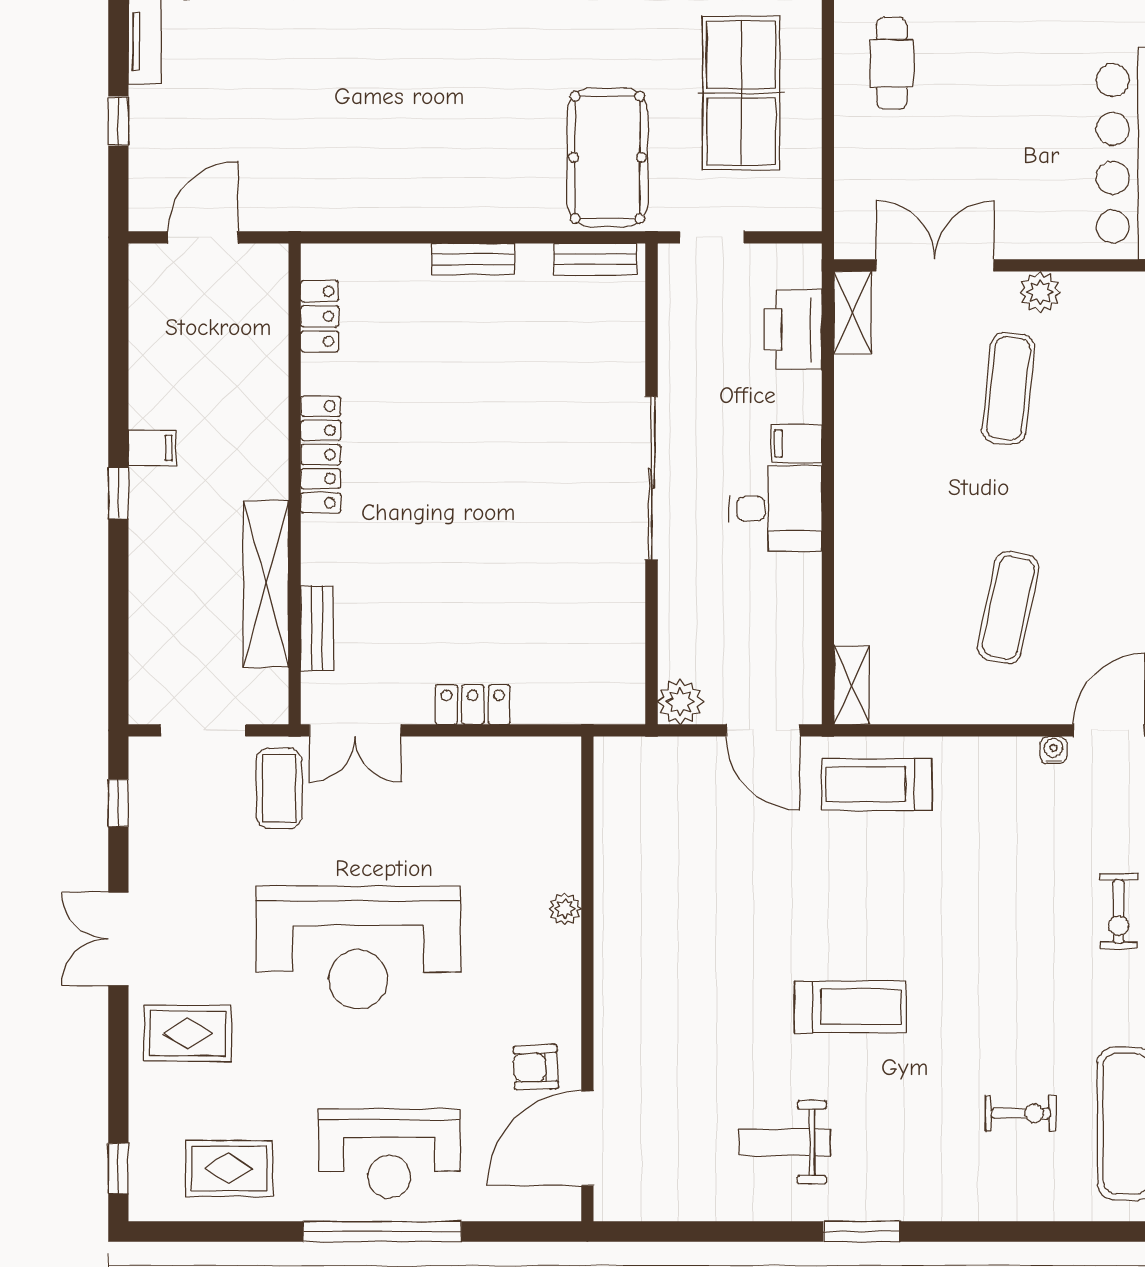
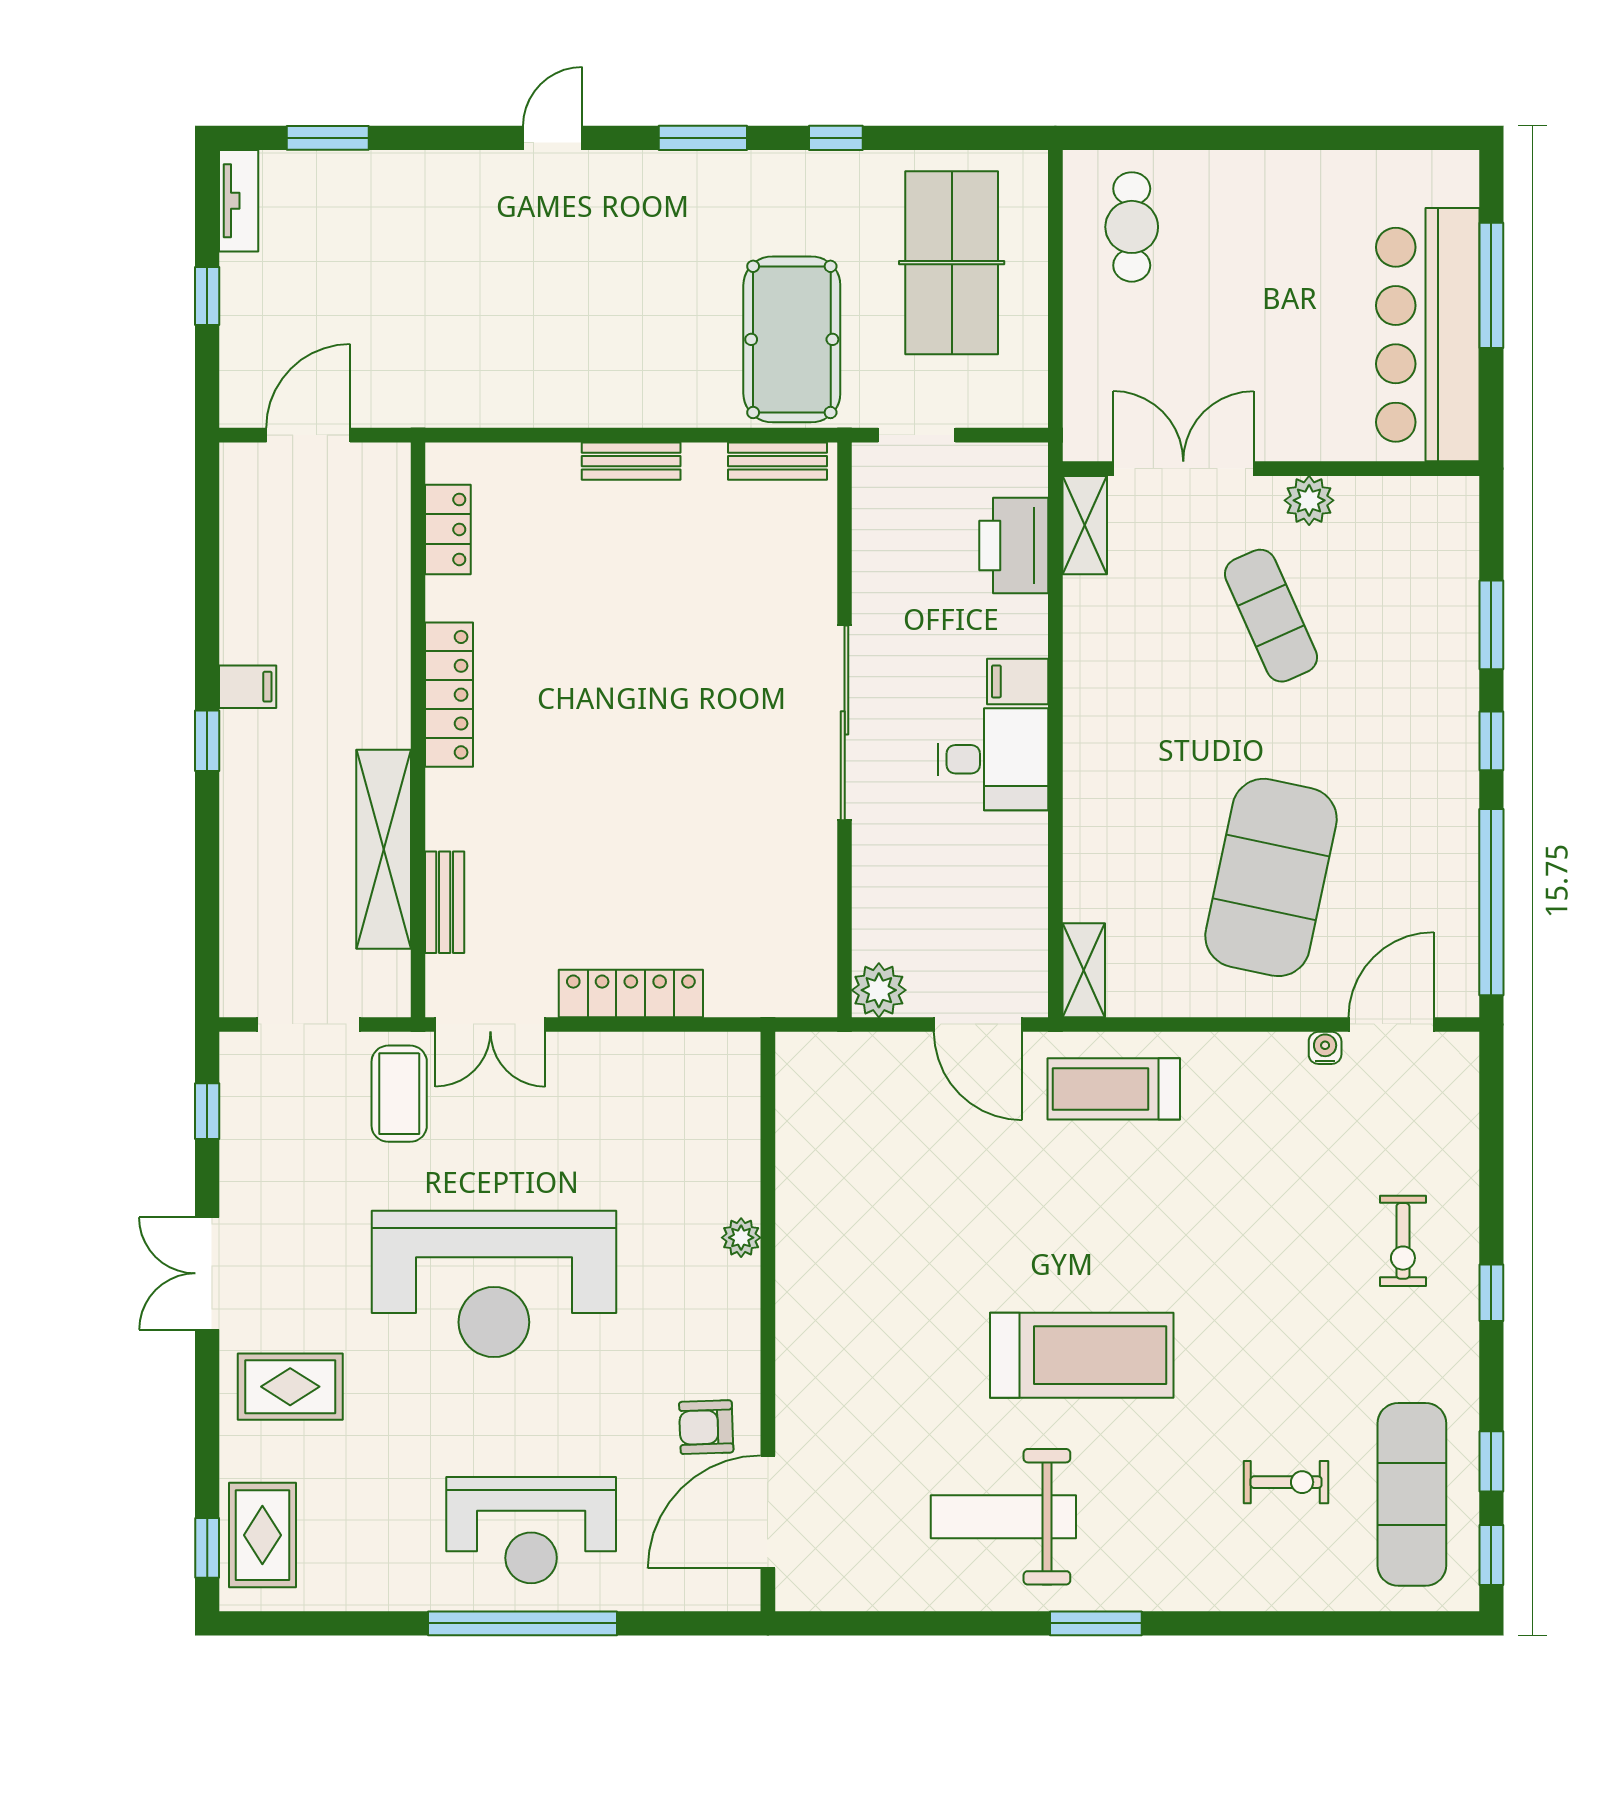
exercise mat: (1008, 388) -> (1271, 616), turned -30
exercise mat: (1008, 607) -> (1271, 877), width x2.00, depth x1.45
locker: (473, 705) -> (631, 993), width x1.53
treadmill: (850, 1007) -> (1082, 1355), width x1.37, depth x1.38
weight bench: (784, 1142) -> (1003, 1517), width x1.36, depth x1.33
rug: (229, 1168) -> (262, 1535), moved, turned 90

